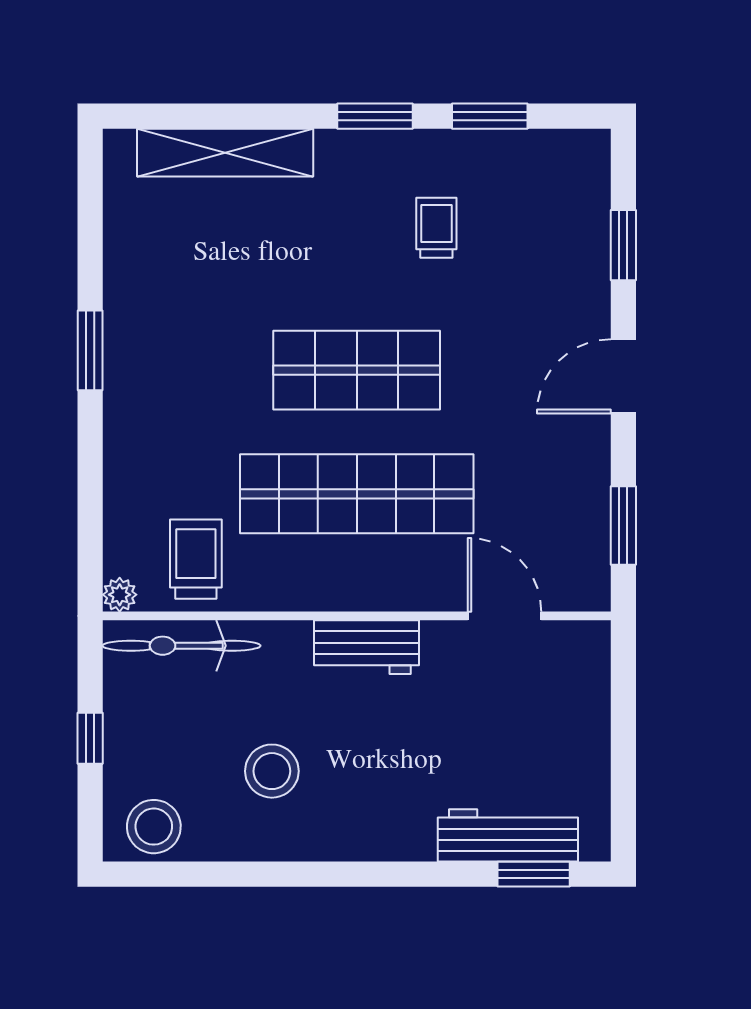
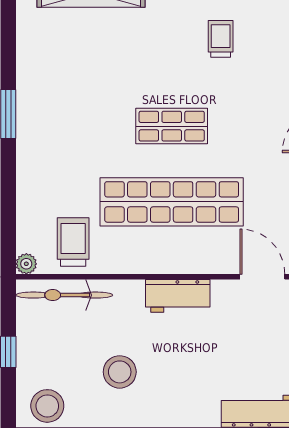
shop shelf: (357, 370) -> (172, 126), width x0.70, depth x0.74

